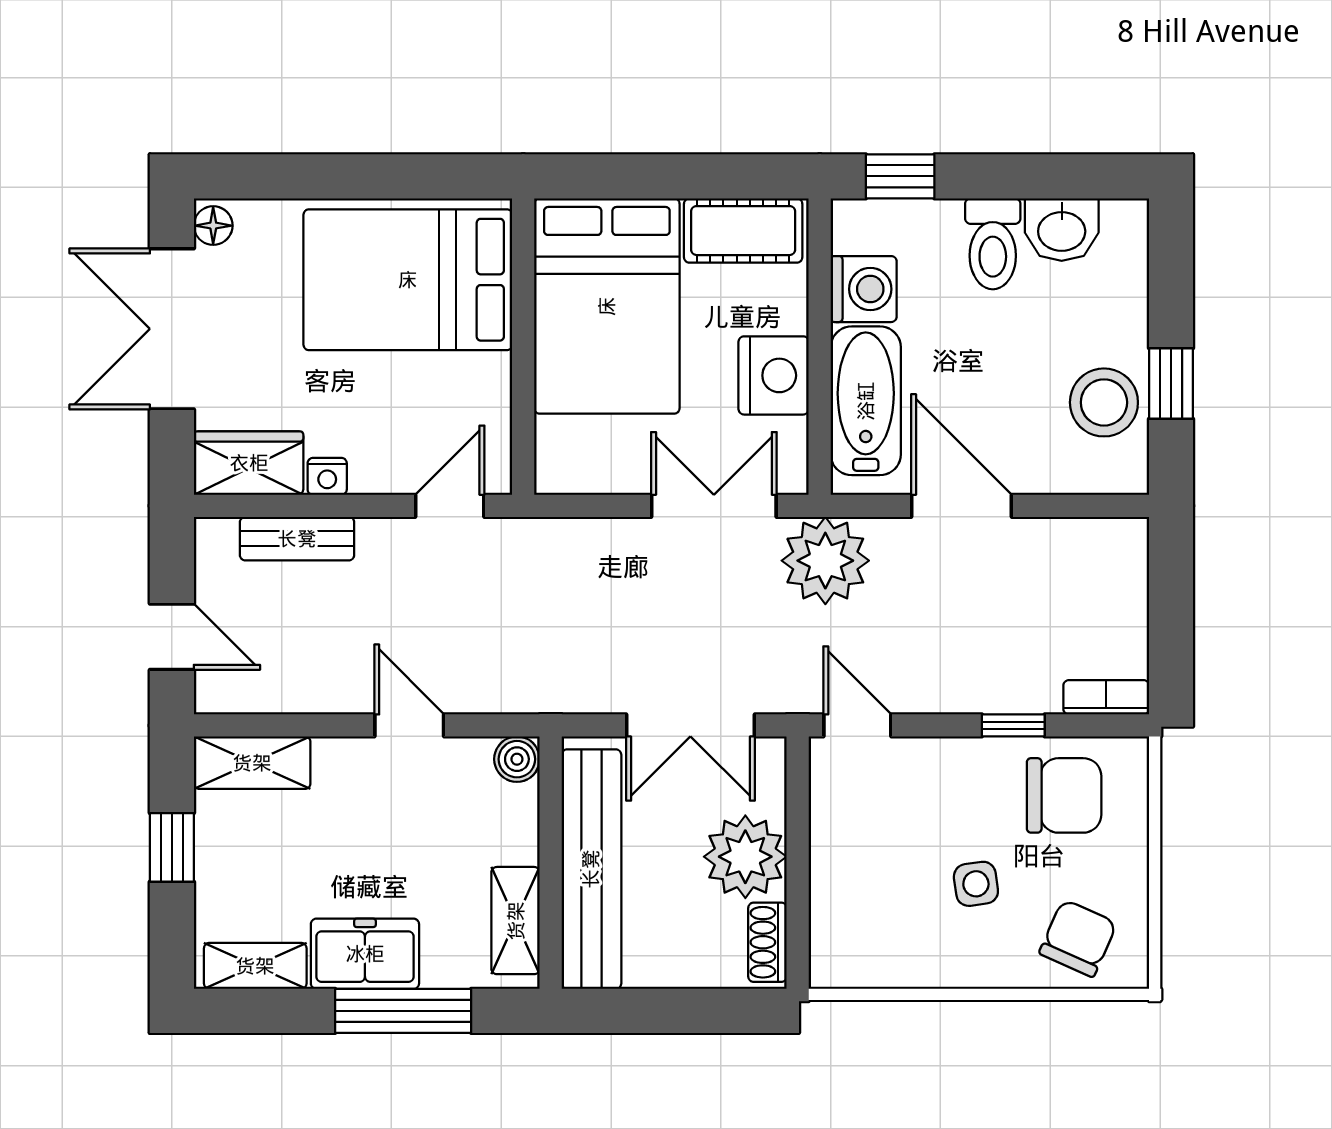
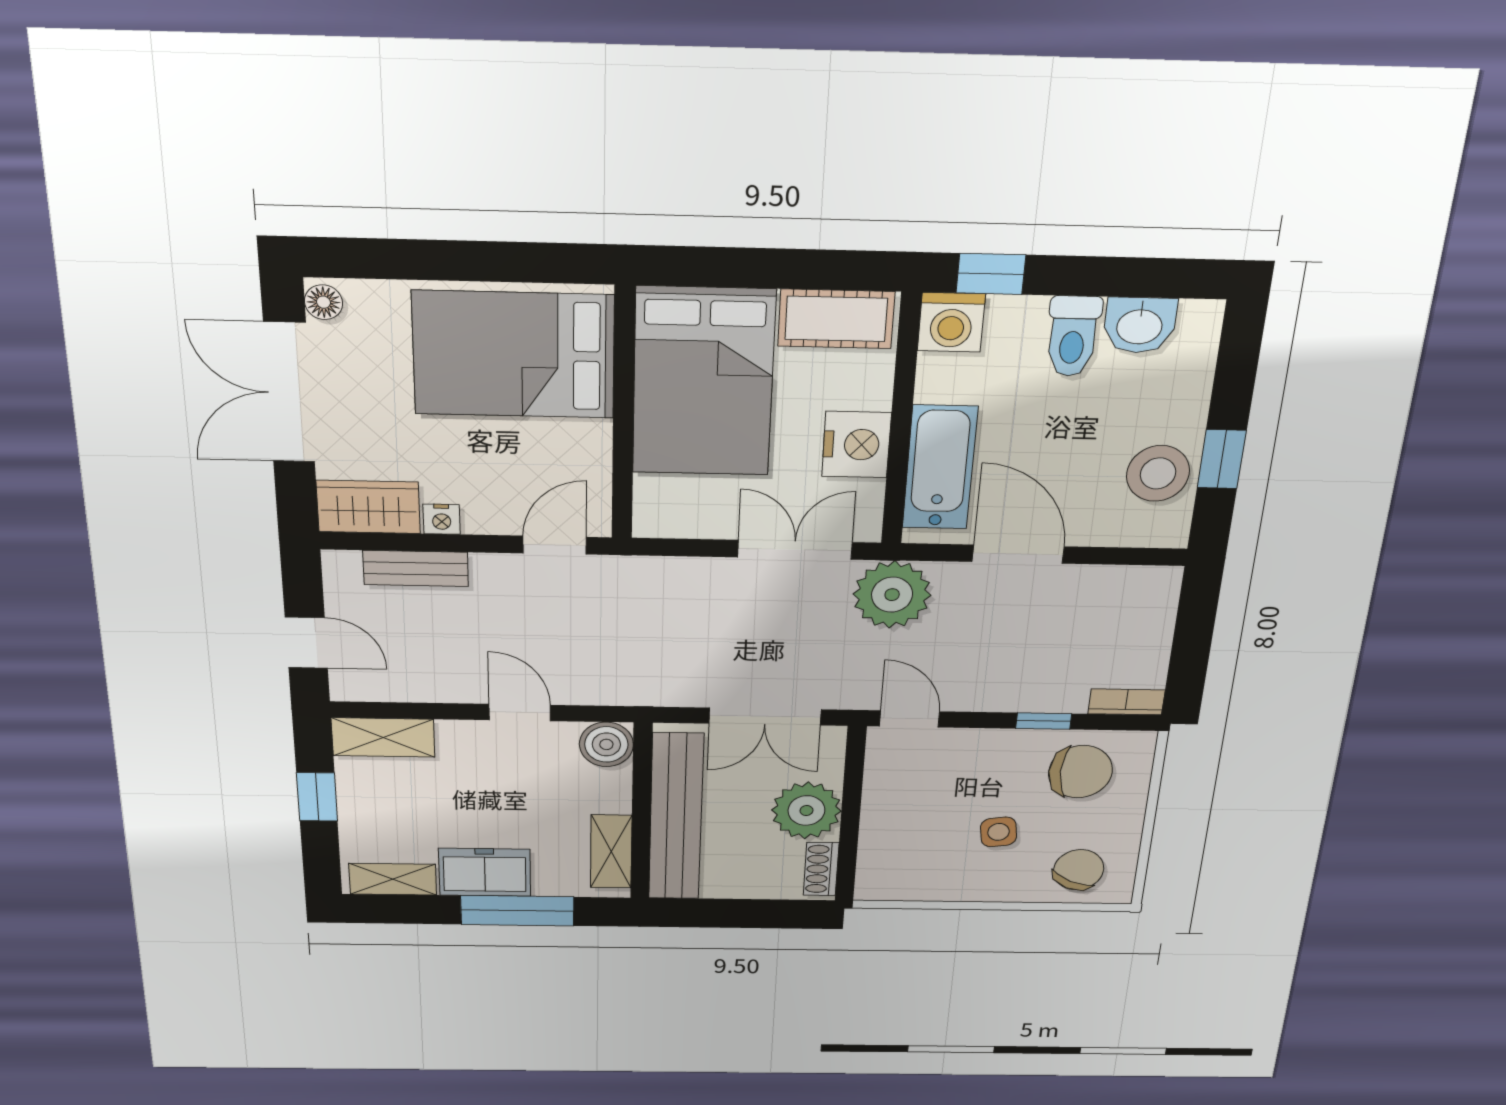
washing machine: (864, 289) -> (951, 322), moved, turned 90
boiler: (517, 759) -> (606, 744), width x1.36, depth x1.36

